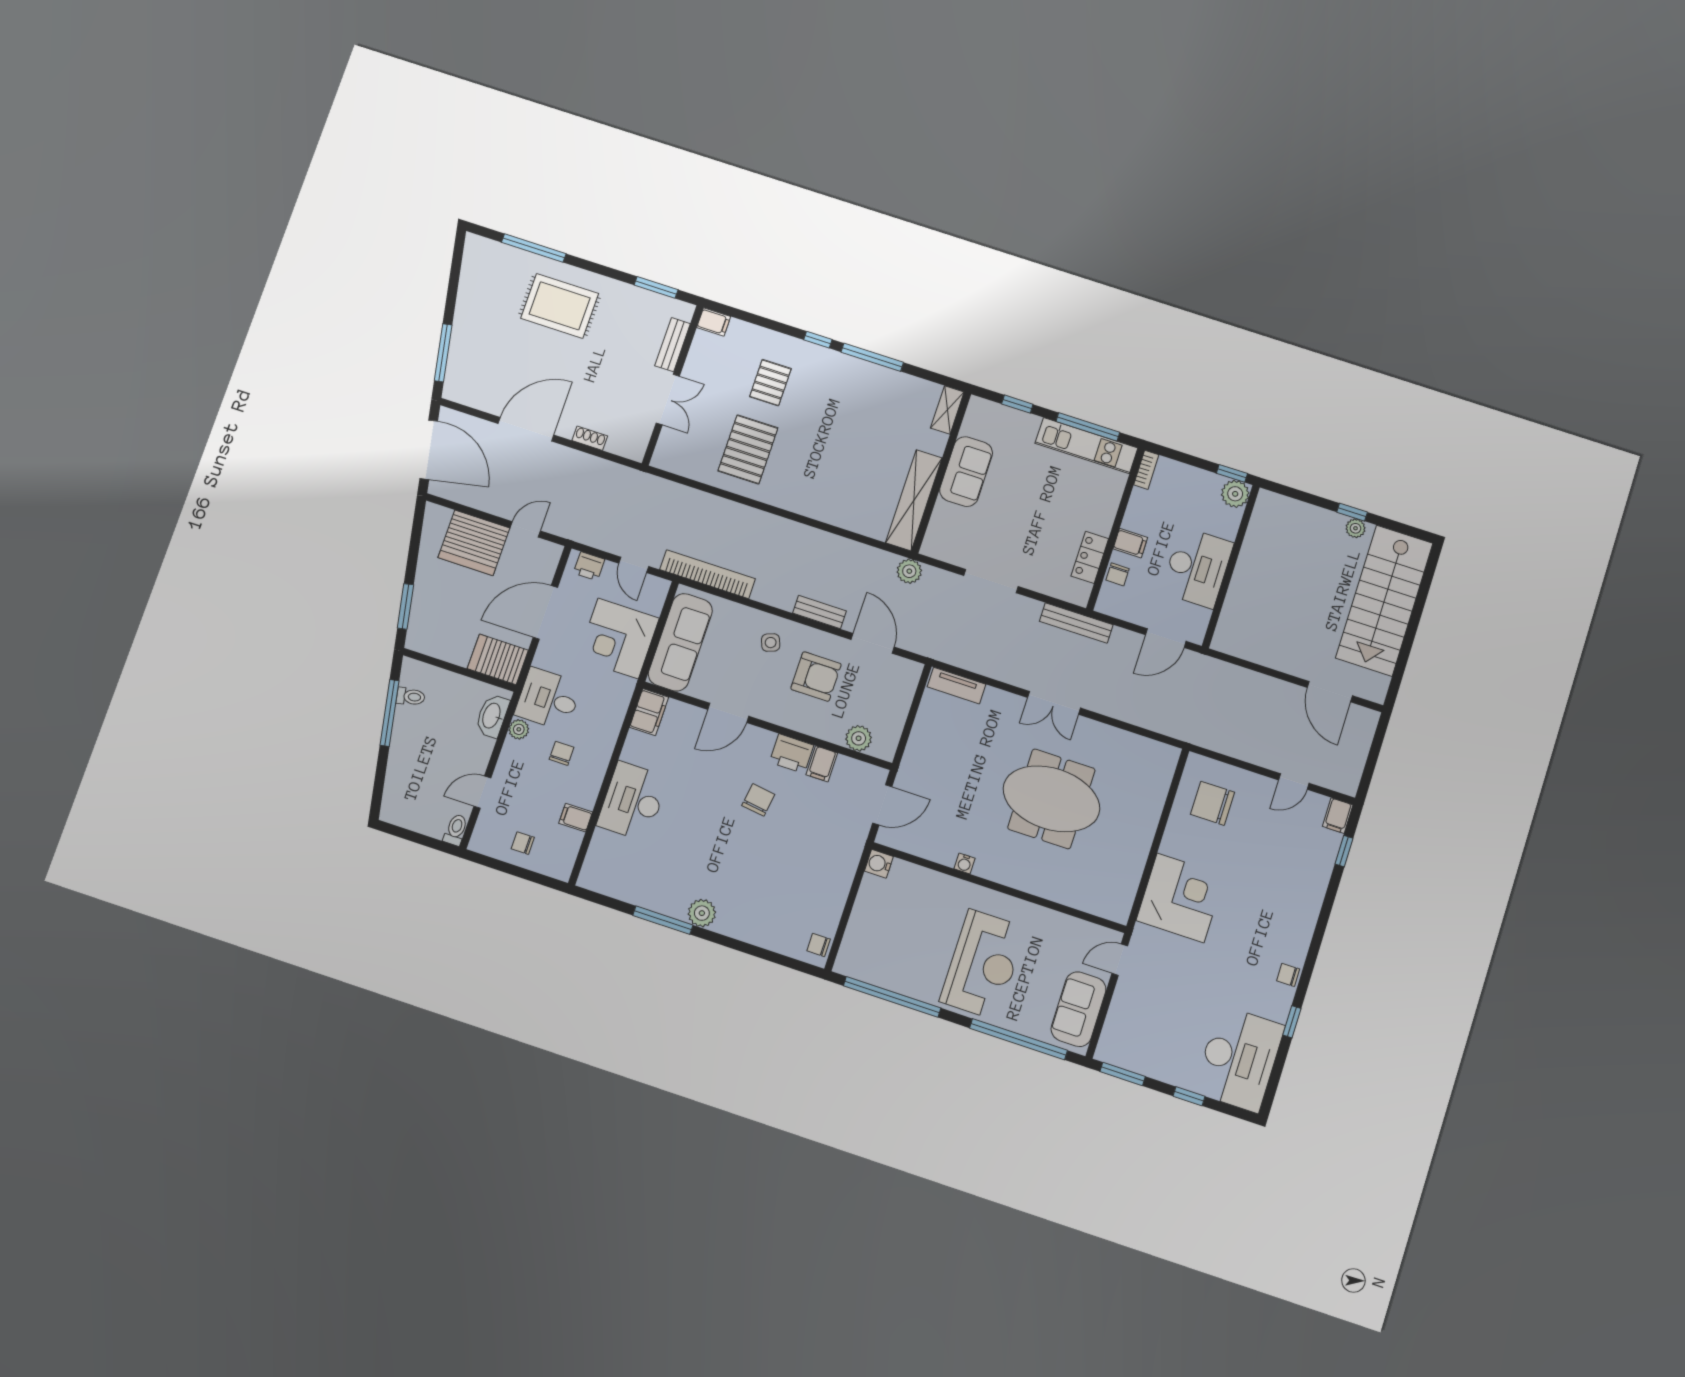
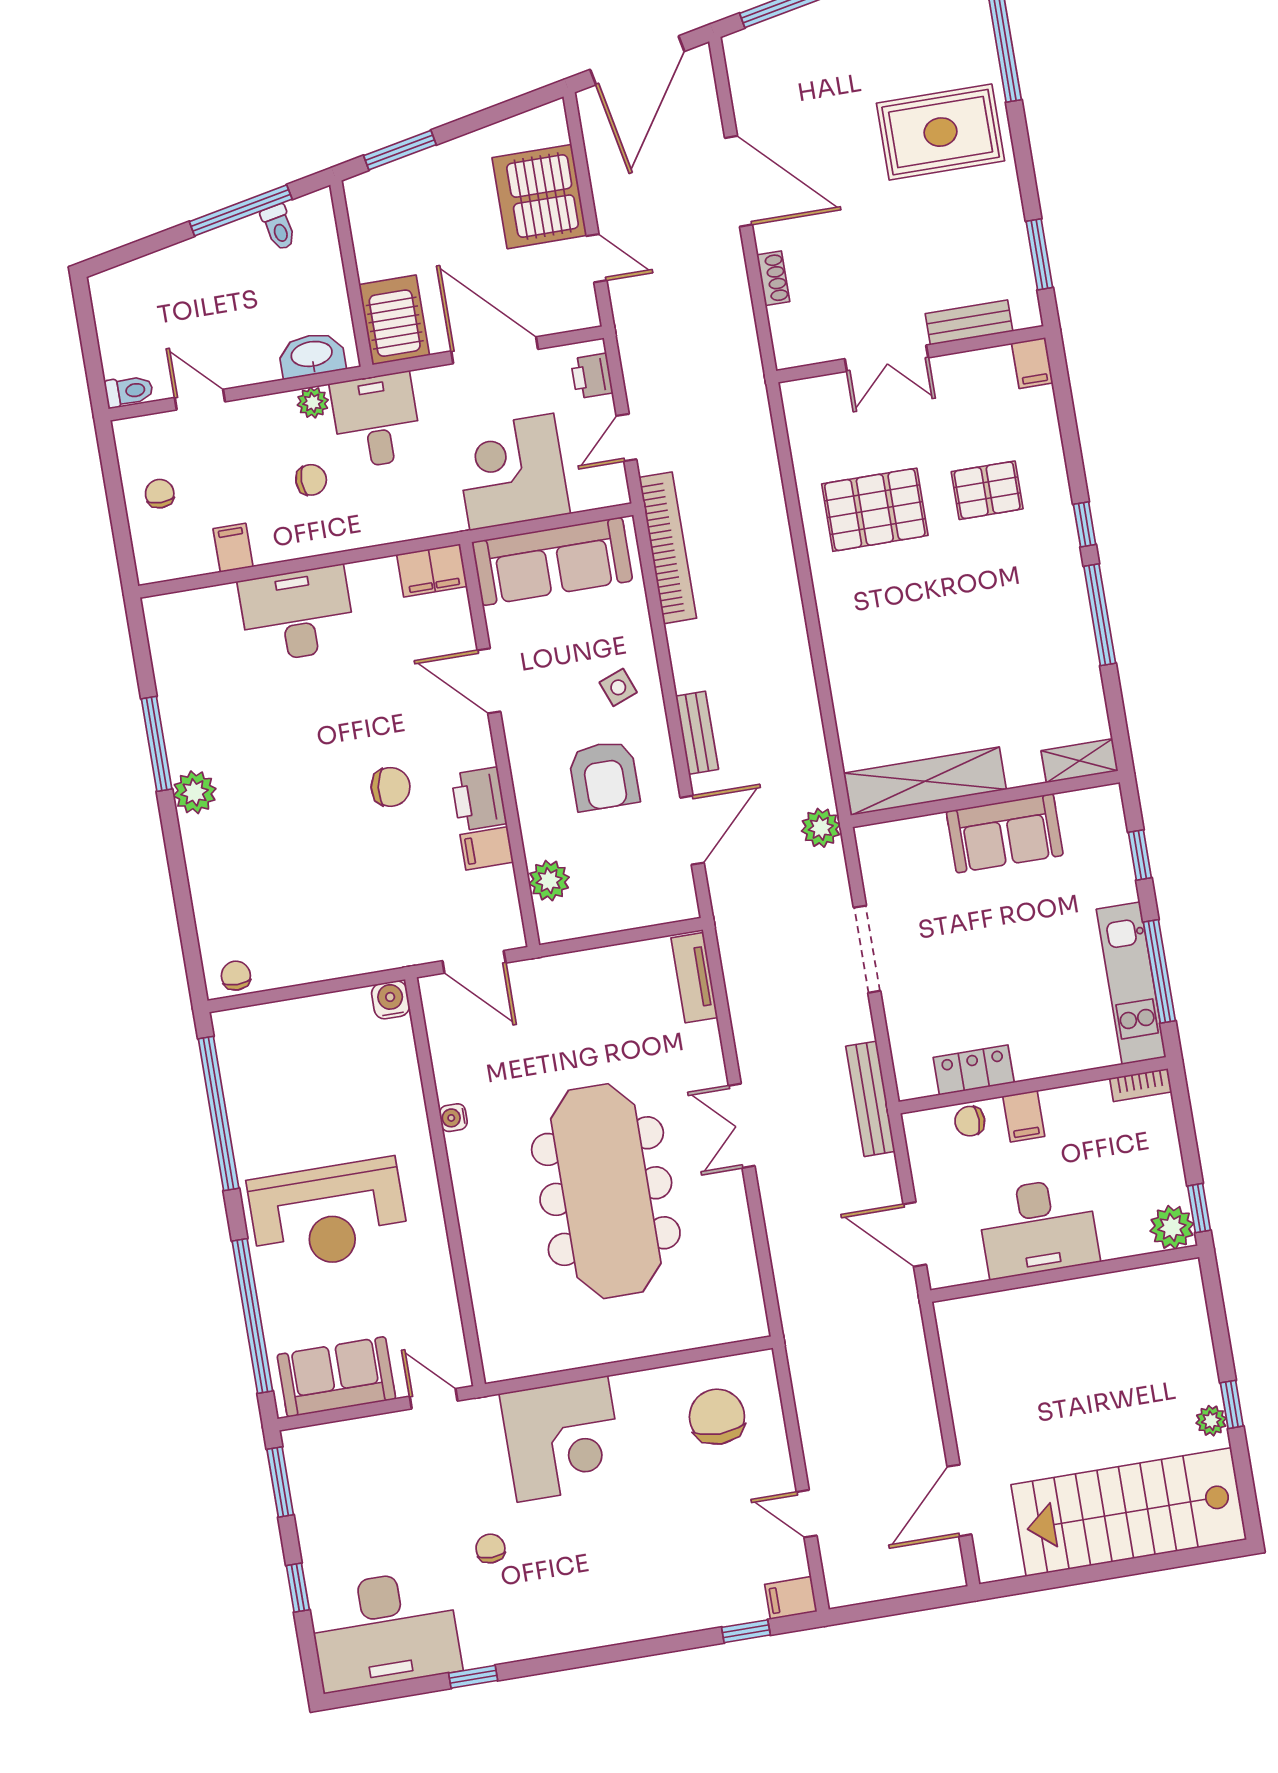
rug: (560, 306) -> (941, 132), turned 90
meeting table: (1051, 799) -> (606, 1191), width x1.36
chair: (1288, 975) -> (490, 1549), moved

